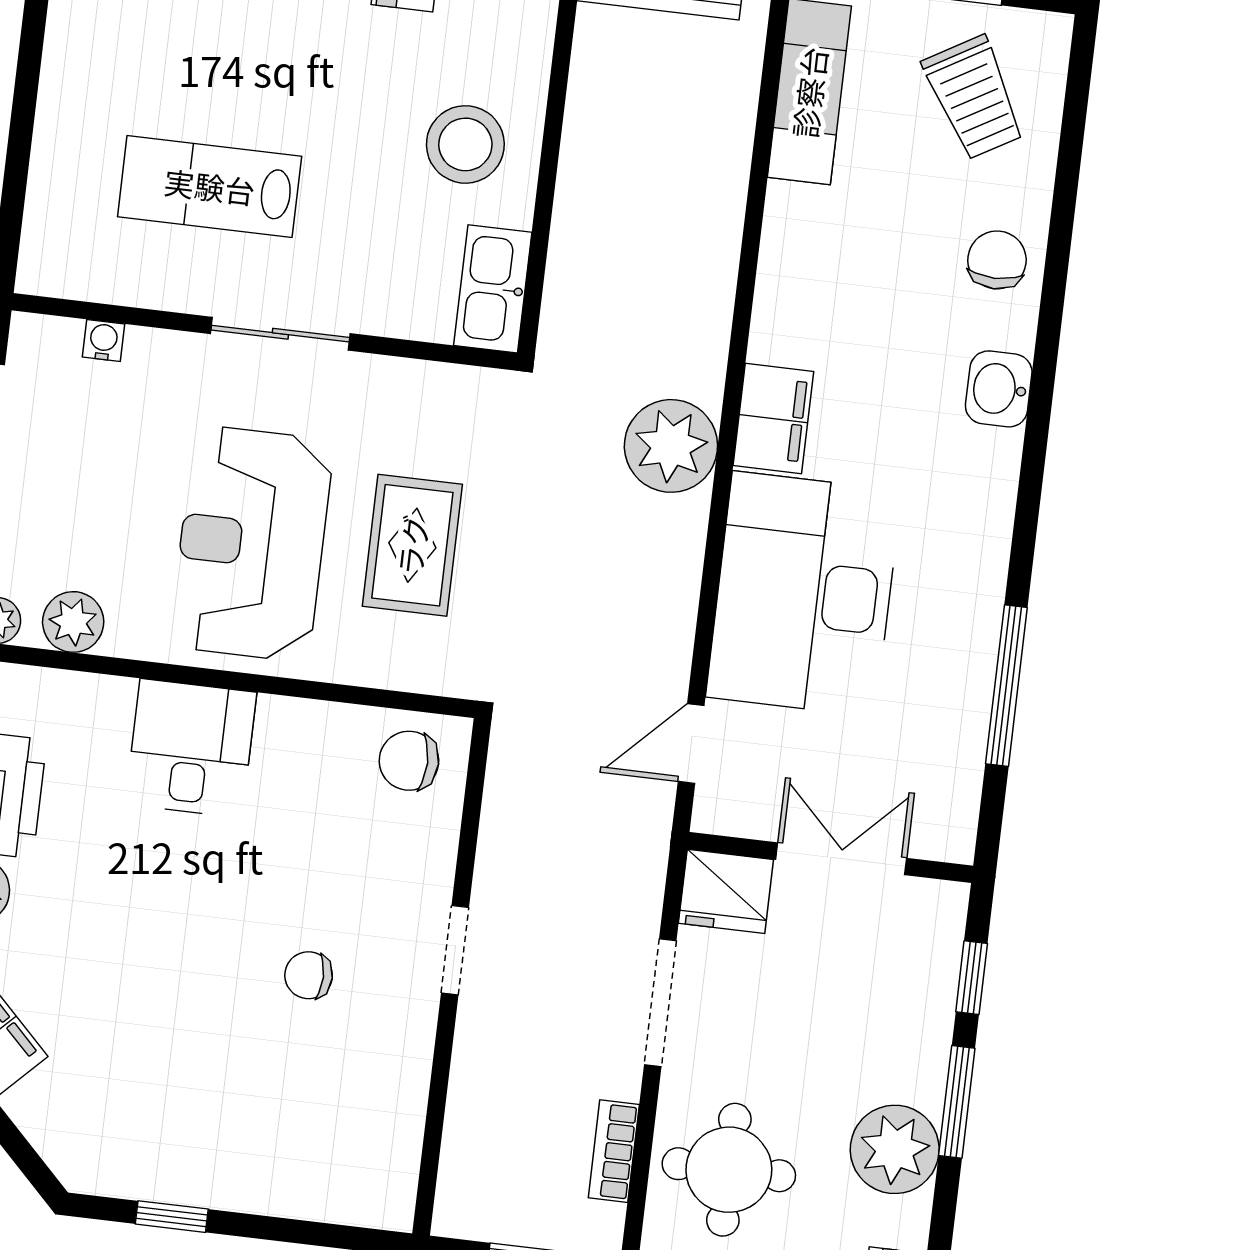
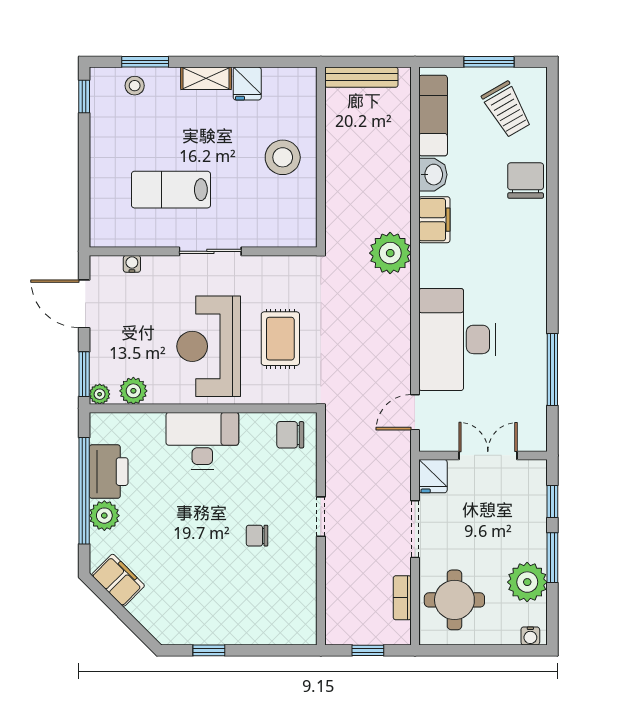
chair: (997, 260) -> (526, 181), width x1.37, depth x1.37
kitchen sink: (493, 289) -> (303, 220), removed
washbasin: (999, 389) -> (433, 175), moved, turned 180
filing cabinet: (773, 418) -> (434, 220), moved
plant: (671, 446) -> (390, 253), moved
desk: (191, 748) -> (202, 441), width x1.37
fridge: (726, 891) -> (433, 476), width x0.72

